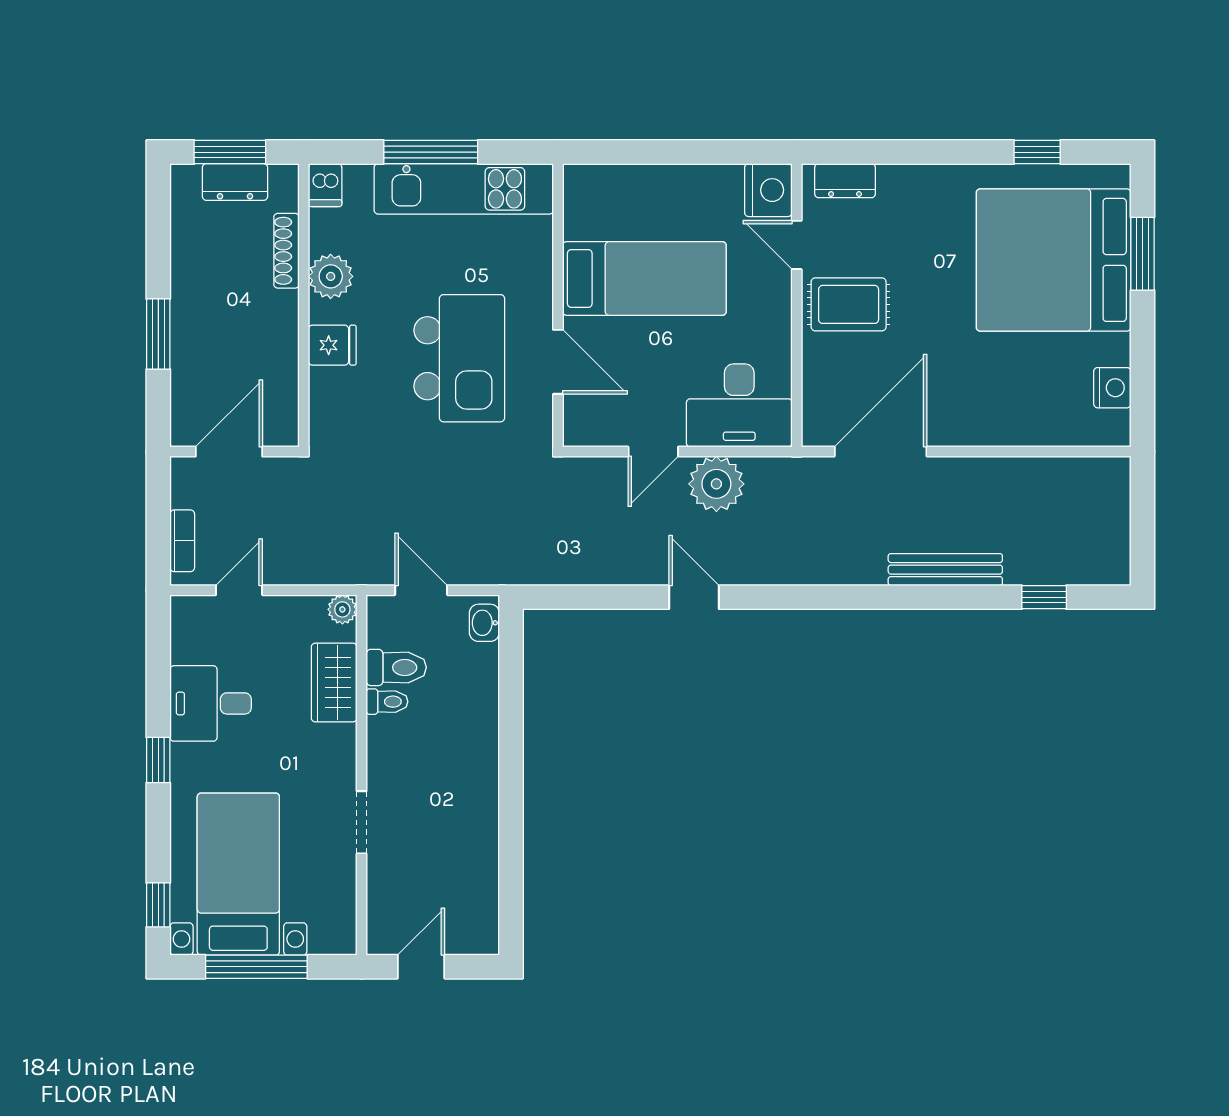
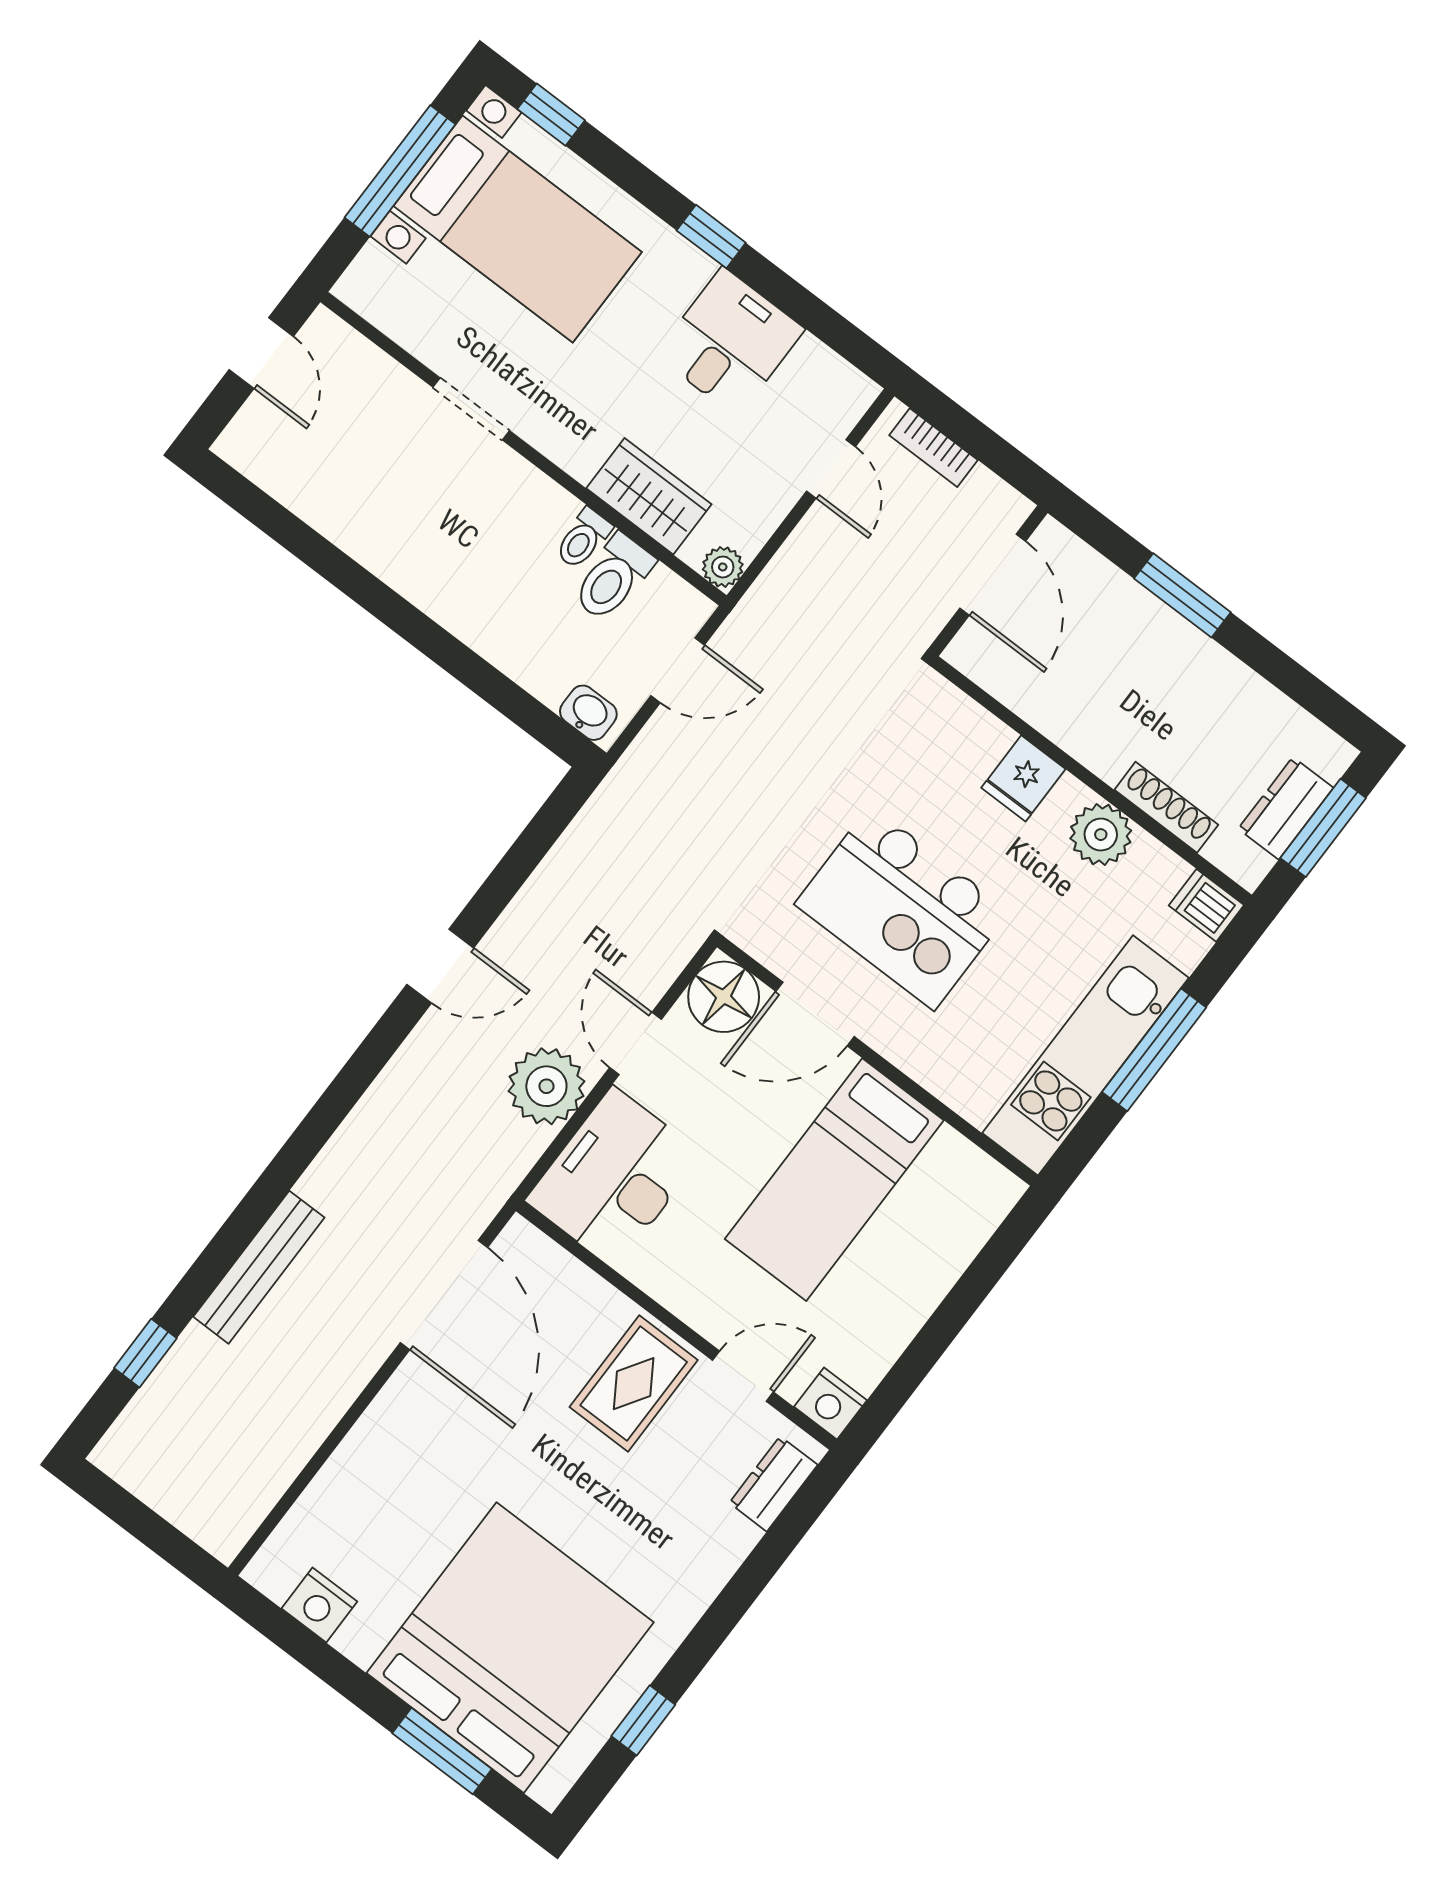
nightstand: (768, 190) -> (830, 1403), width x0.74, depth x0.75
floor lamp: (588, 422) -> (724, 997), added

